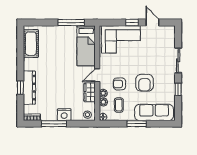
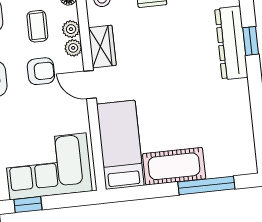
window: (71, 23) -> (206, 185), moved
cot: (31, 44) -> (174, 166), moved, turned 90
door: (97, 75) -> (90, 85), swing flipped

